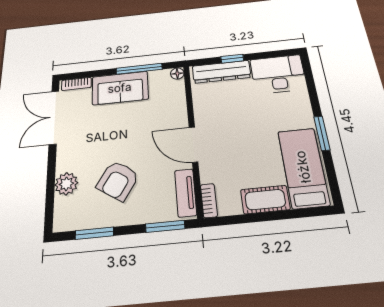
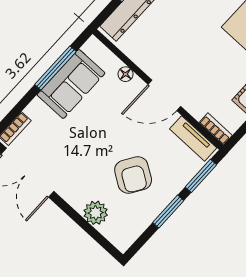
floor lamp: (177, 74) -> (126, 74), moved
sofa: (120, 88) -> (71, 84), moved
window: (94, 233) -> (168, 211), moved

